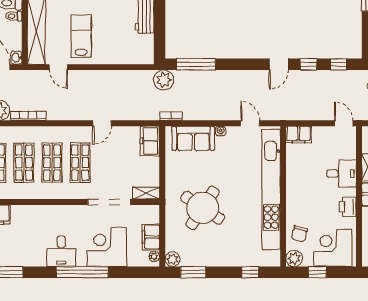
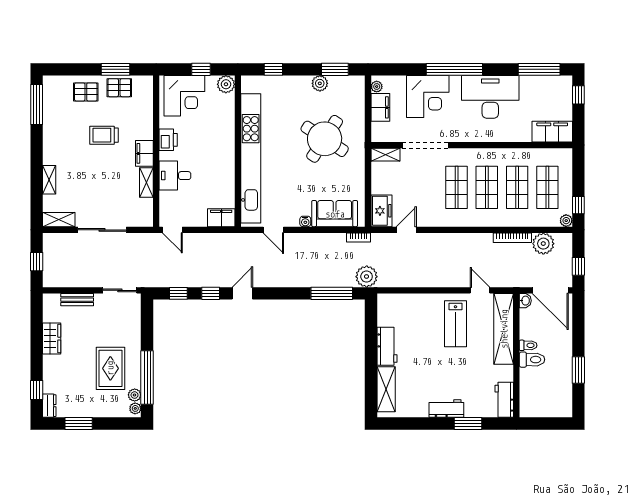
door: (102, 123) -> (406, 230), moved
chair: (299, 234) -> (220, 111), removed
desk: (61, 251) -> (490, 97), width x1.87, depth x1.30
plant: (172, 259) -> (320, 83), moved

